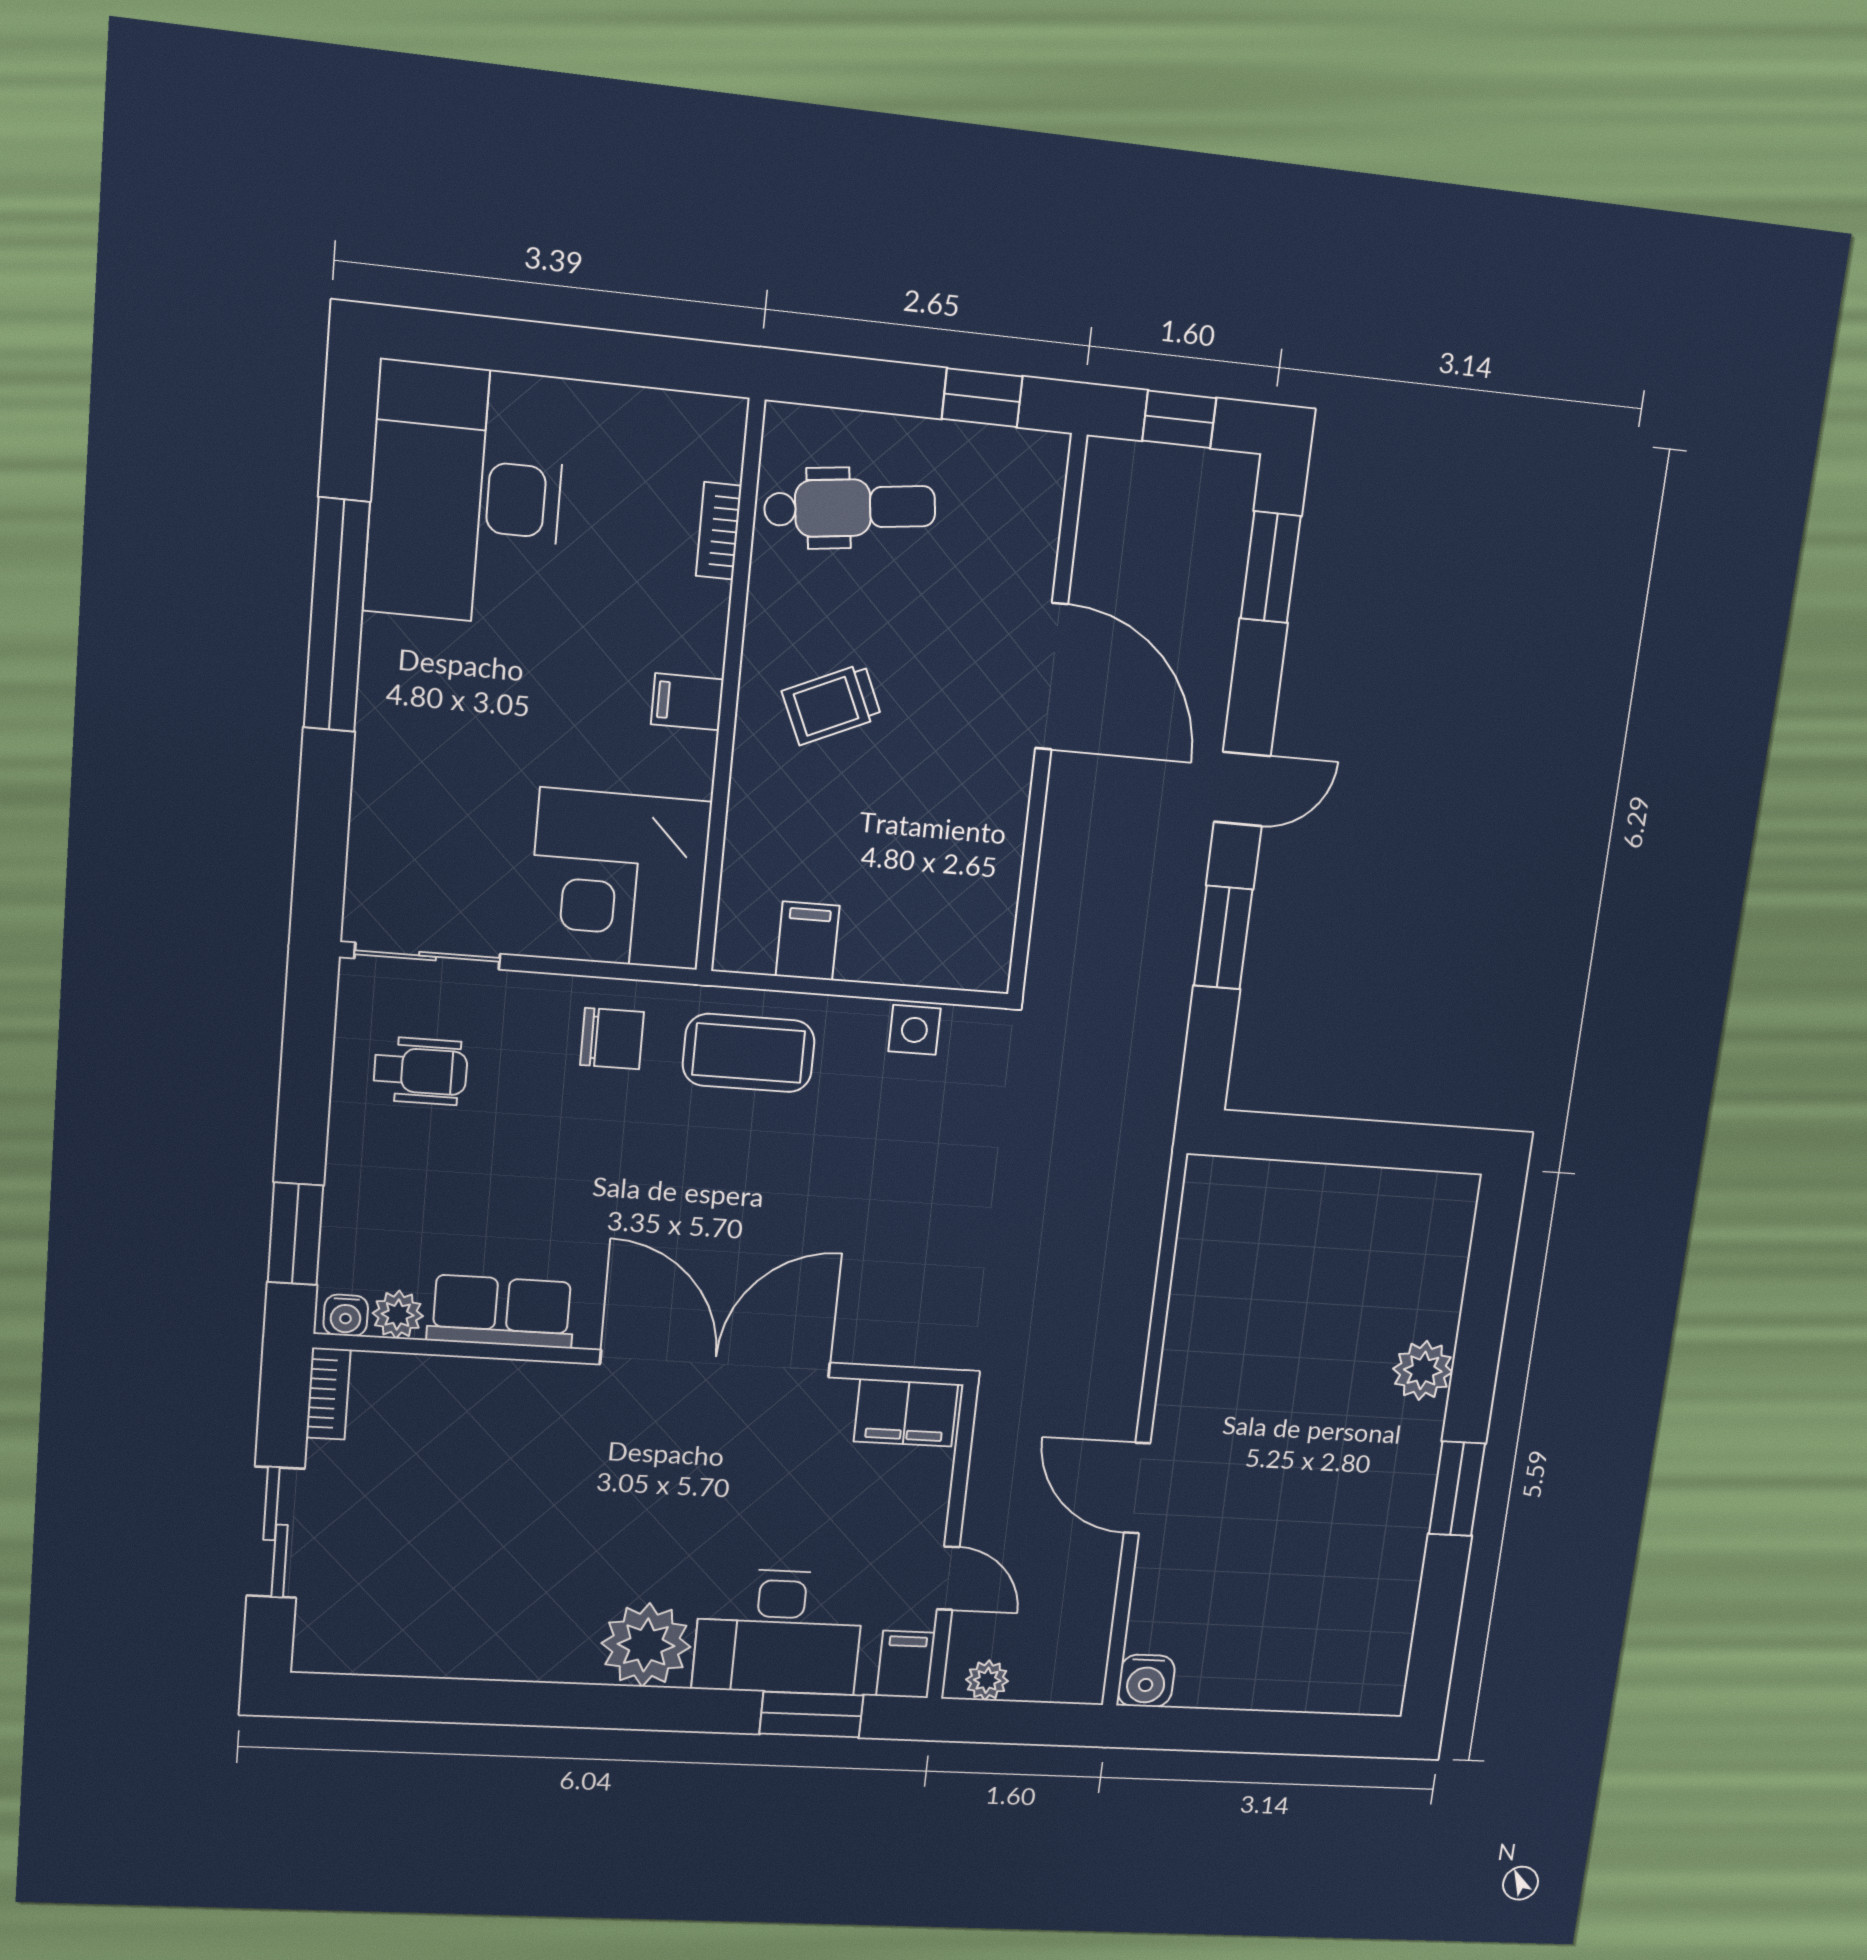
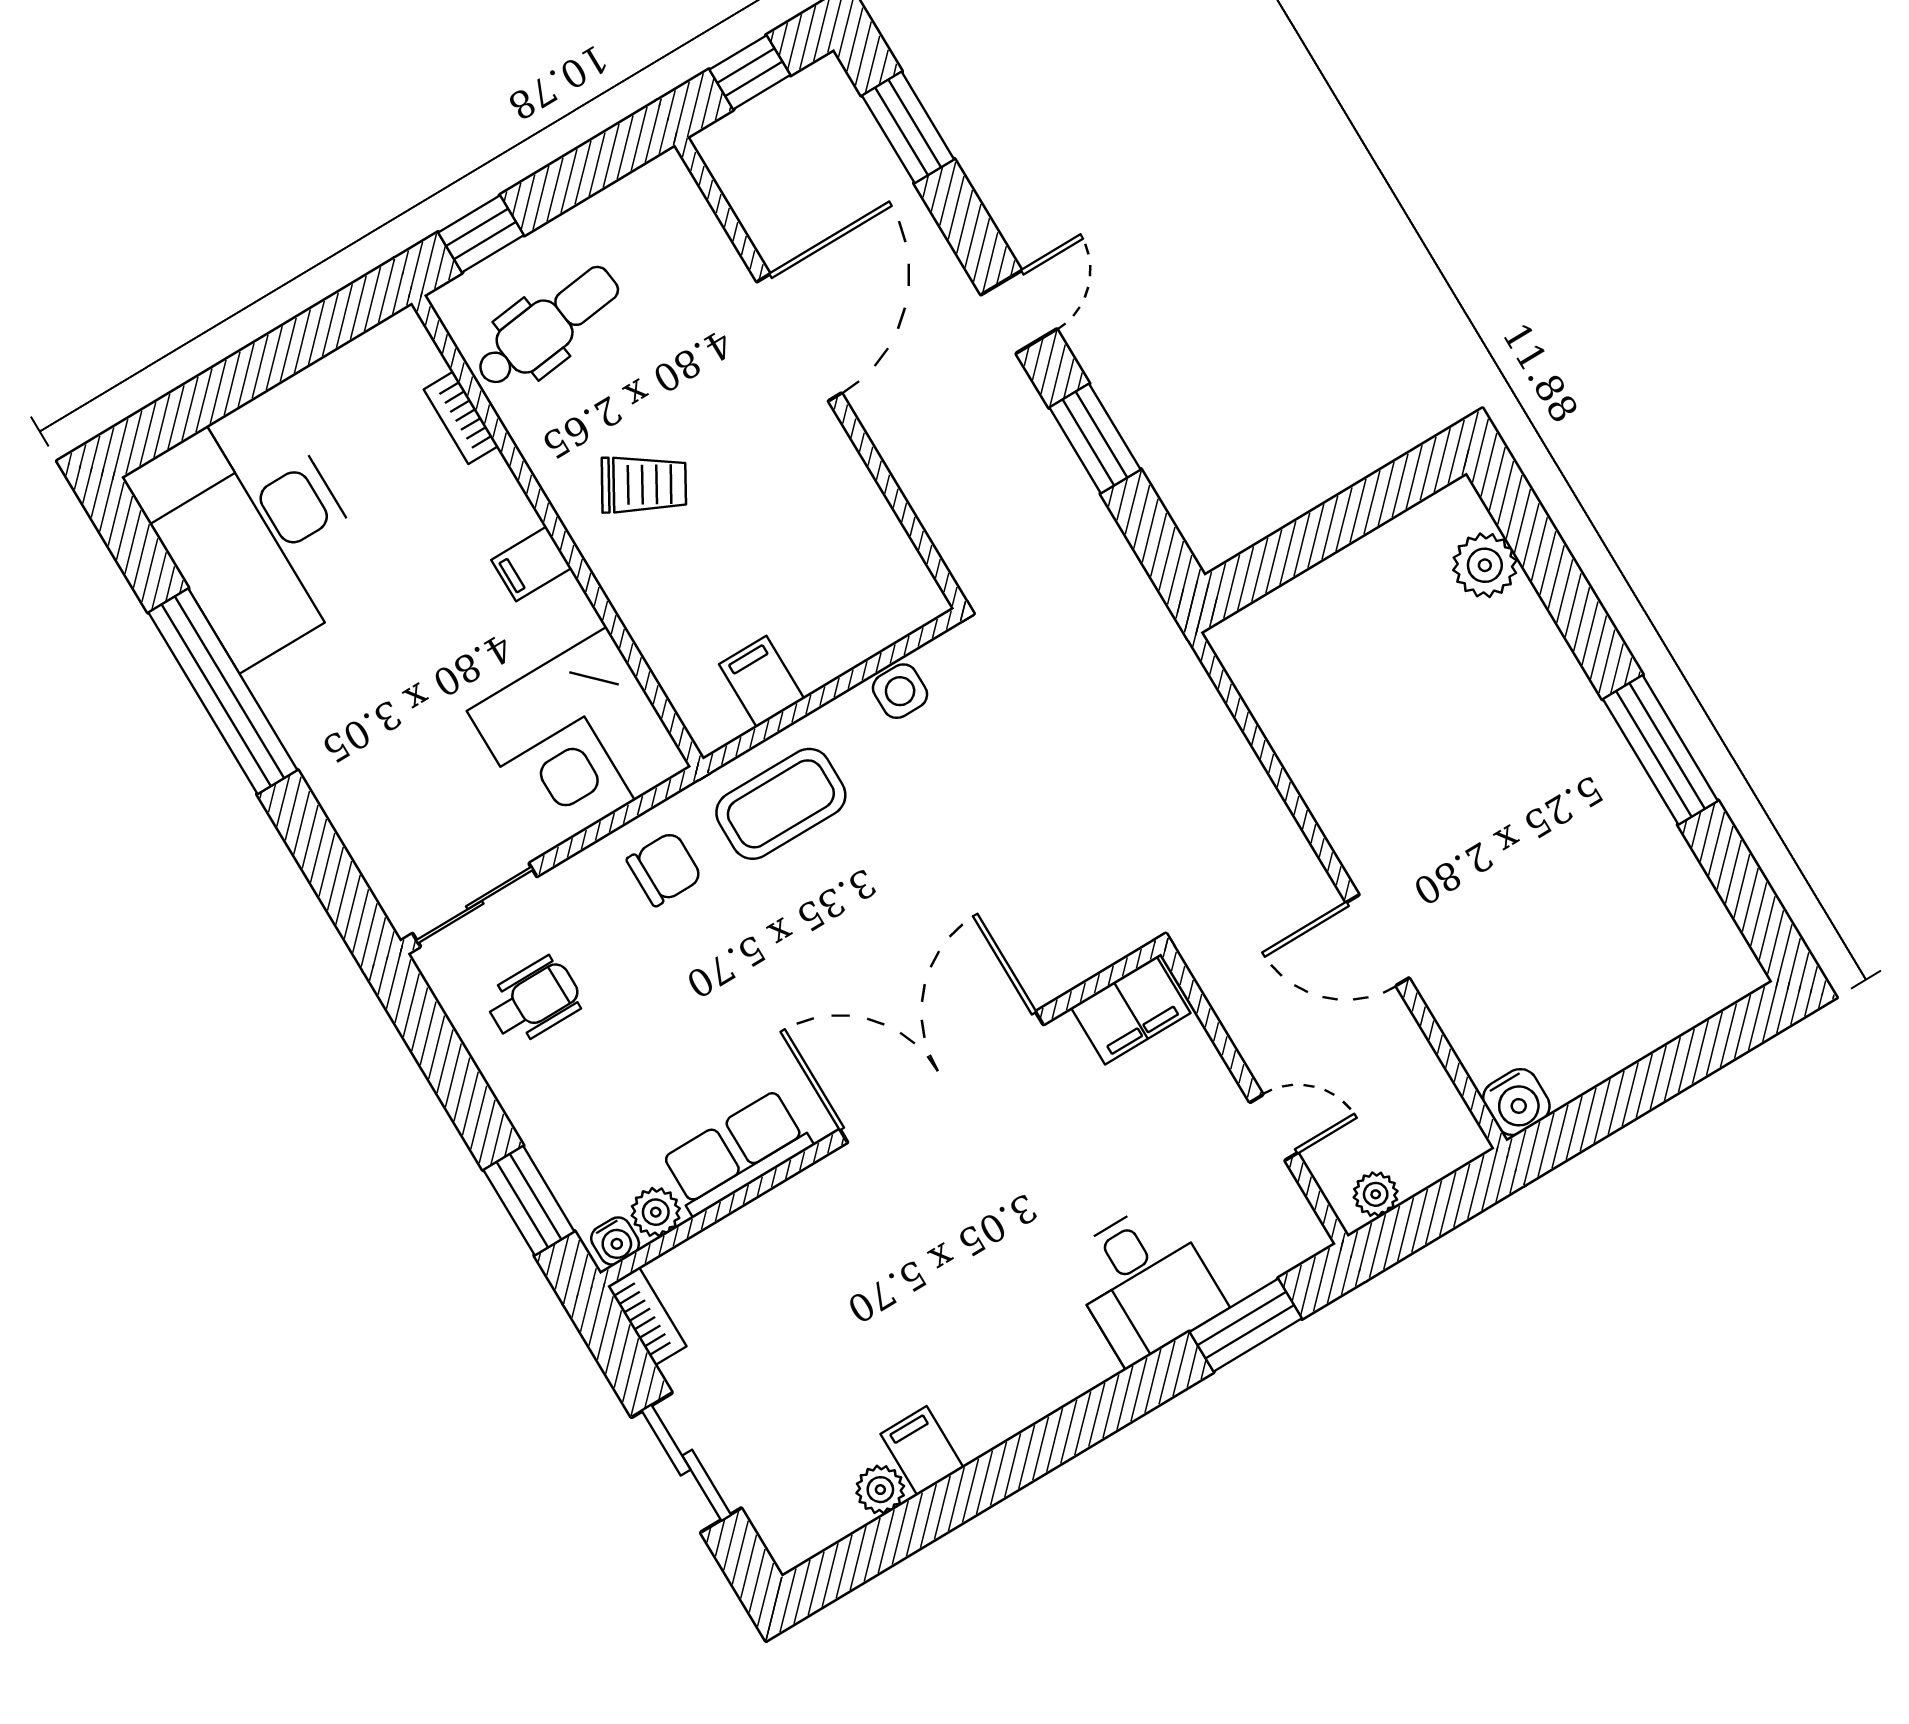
window: (982, 398) -> (481, 234), moved
door: (1052, 676) -> (799, 337), hinge flipped
trolley: (832, 704) -> (644, 485), turned -126
plant: (1423, 1370) -> (1485, 565), moved
window: (1457, 1489) -> (1660, 750), width x1.44
desk: (779, 1632) -> (1144, 1283), width x0.73
plant: (646, 1645) -> (880, 1490), moved, width x0.53, depth x0.53
filing cabinet: (906, 1664) -> (922, 1451), moved

